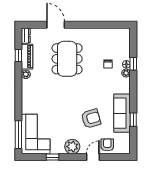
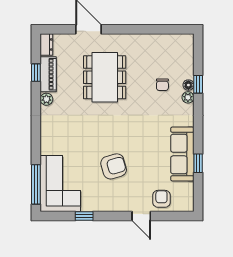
armchair: (91, 118) -> (114, 166), moved
plant: (72, 147) -> (112, 201), removed
door: (93, 157) -> (141, 216), swing flipped

